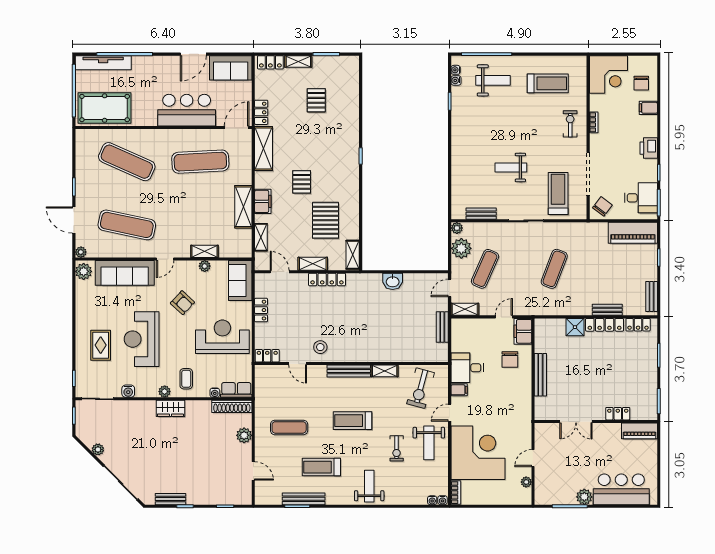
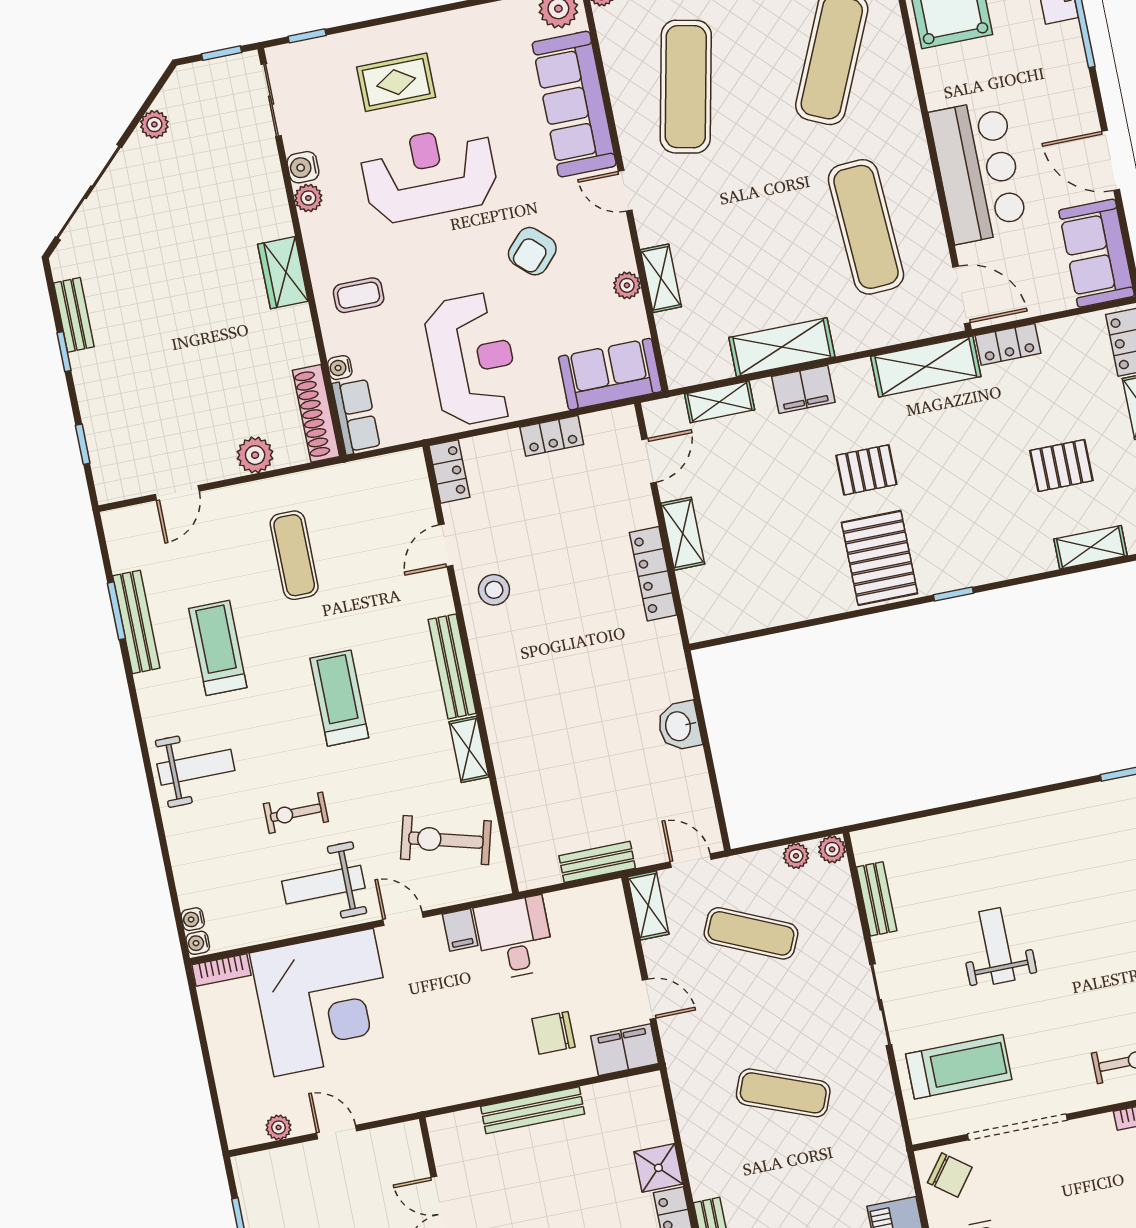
pallet: (325, 220) -> (880, 558), moved, turned 90
plant: (461, 248) -> (796, 856), width x0.53, depth x0.53
shelving: (353, 255) -> (1090, 547), moved
plant: (165, 392) -> (308, 198), moved

